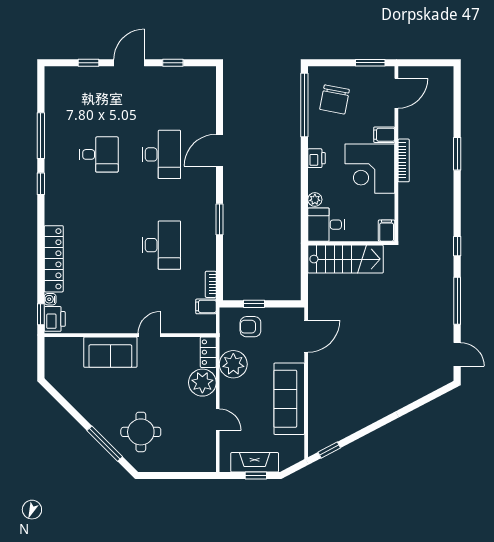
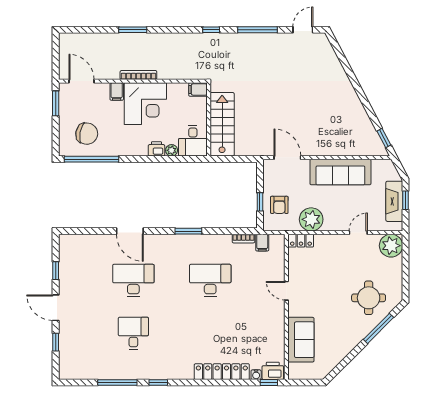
printer: (317, 158) -> (156, 149), moved
sofa: (110, 352) -> (301, 340), moved
plant: (202, 383) -> (391, 246), moved

